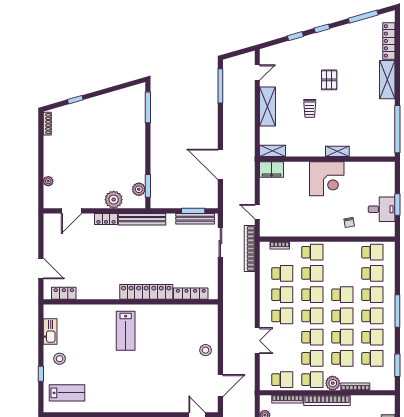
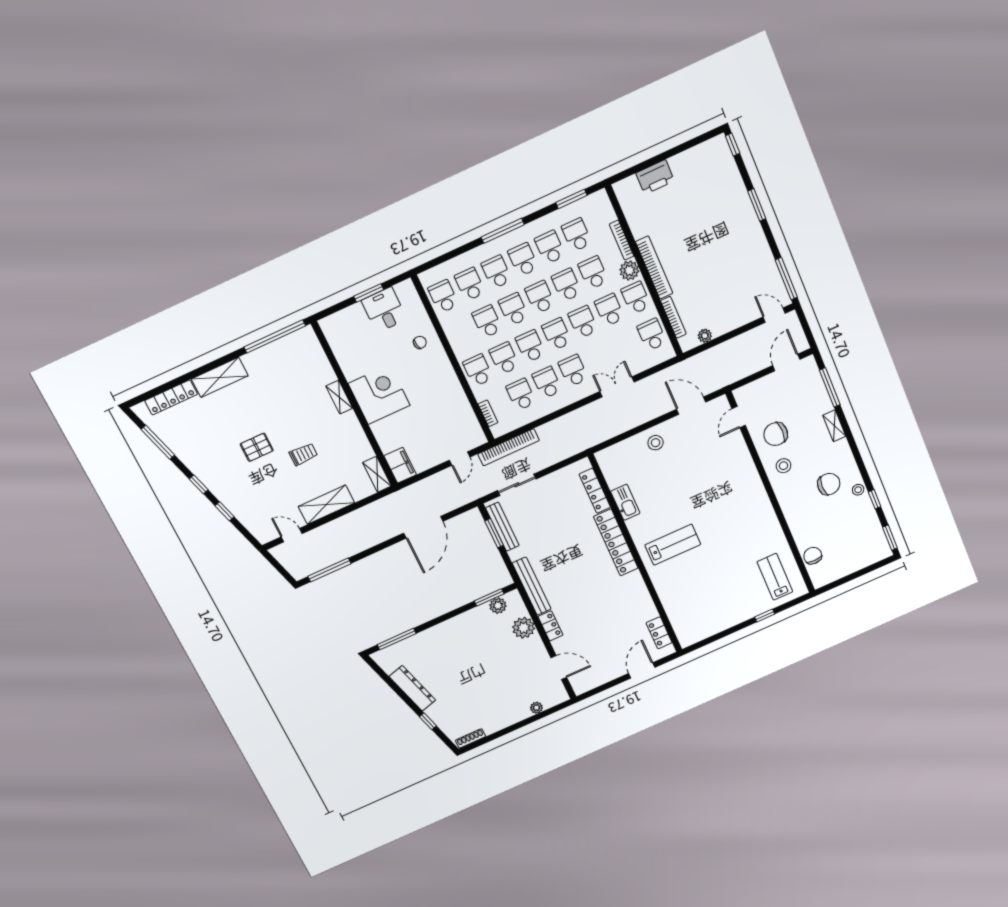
dresser: (106, 101) -> (412, 688), added
school desk: (342, 273) -> (487, 322), added
kitchen sink: (50, 331) -> (625, 502), moved, turned 90
stool: (60, 359) -> (738, 603), removed

